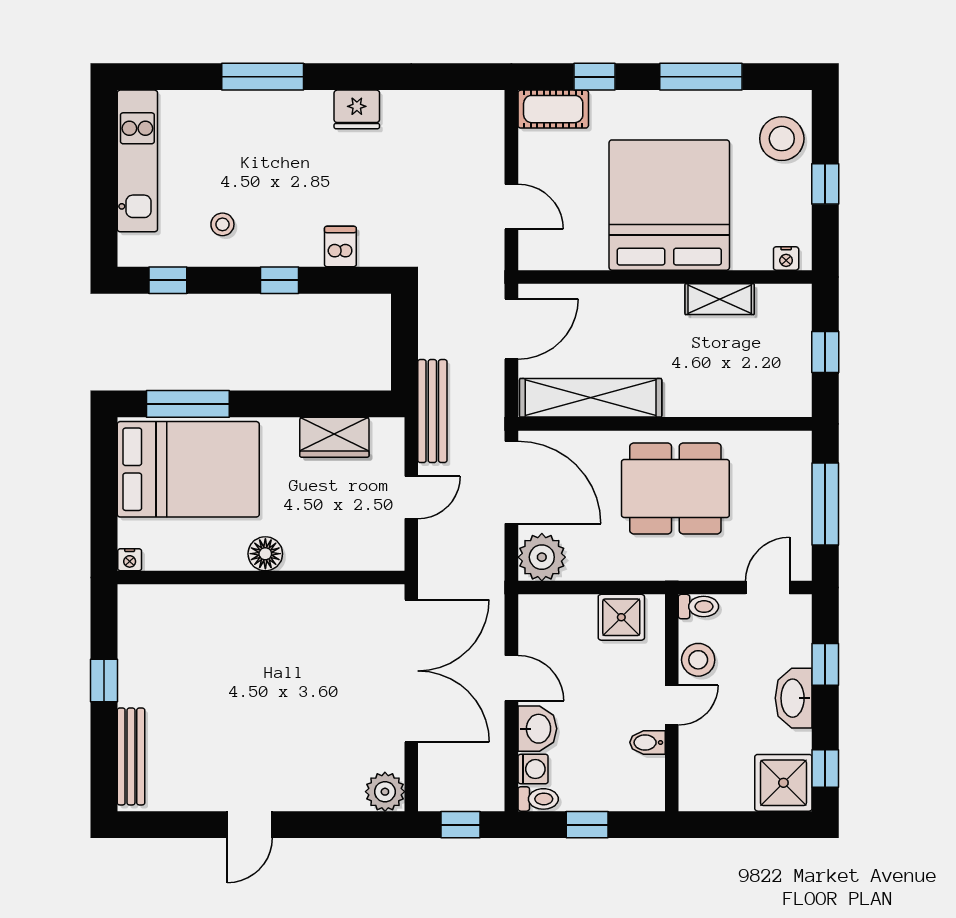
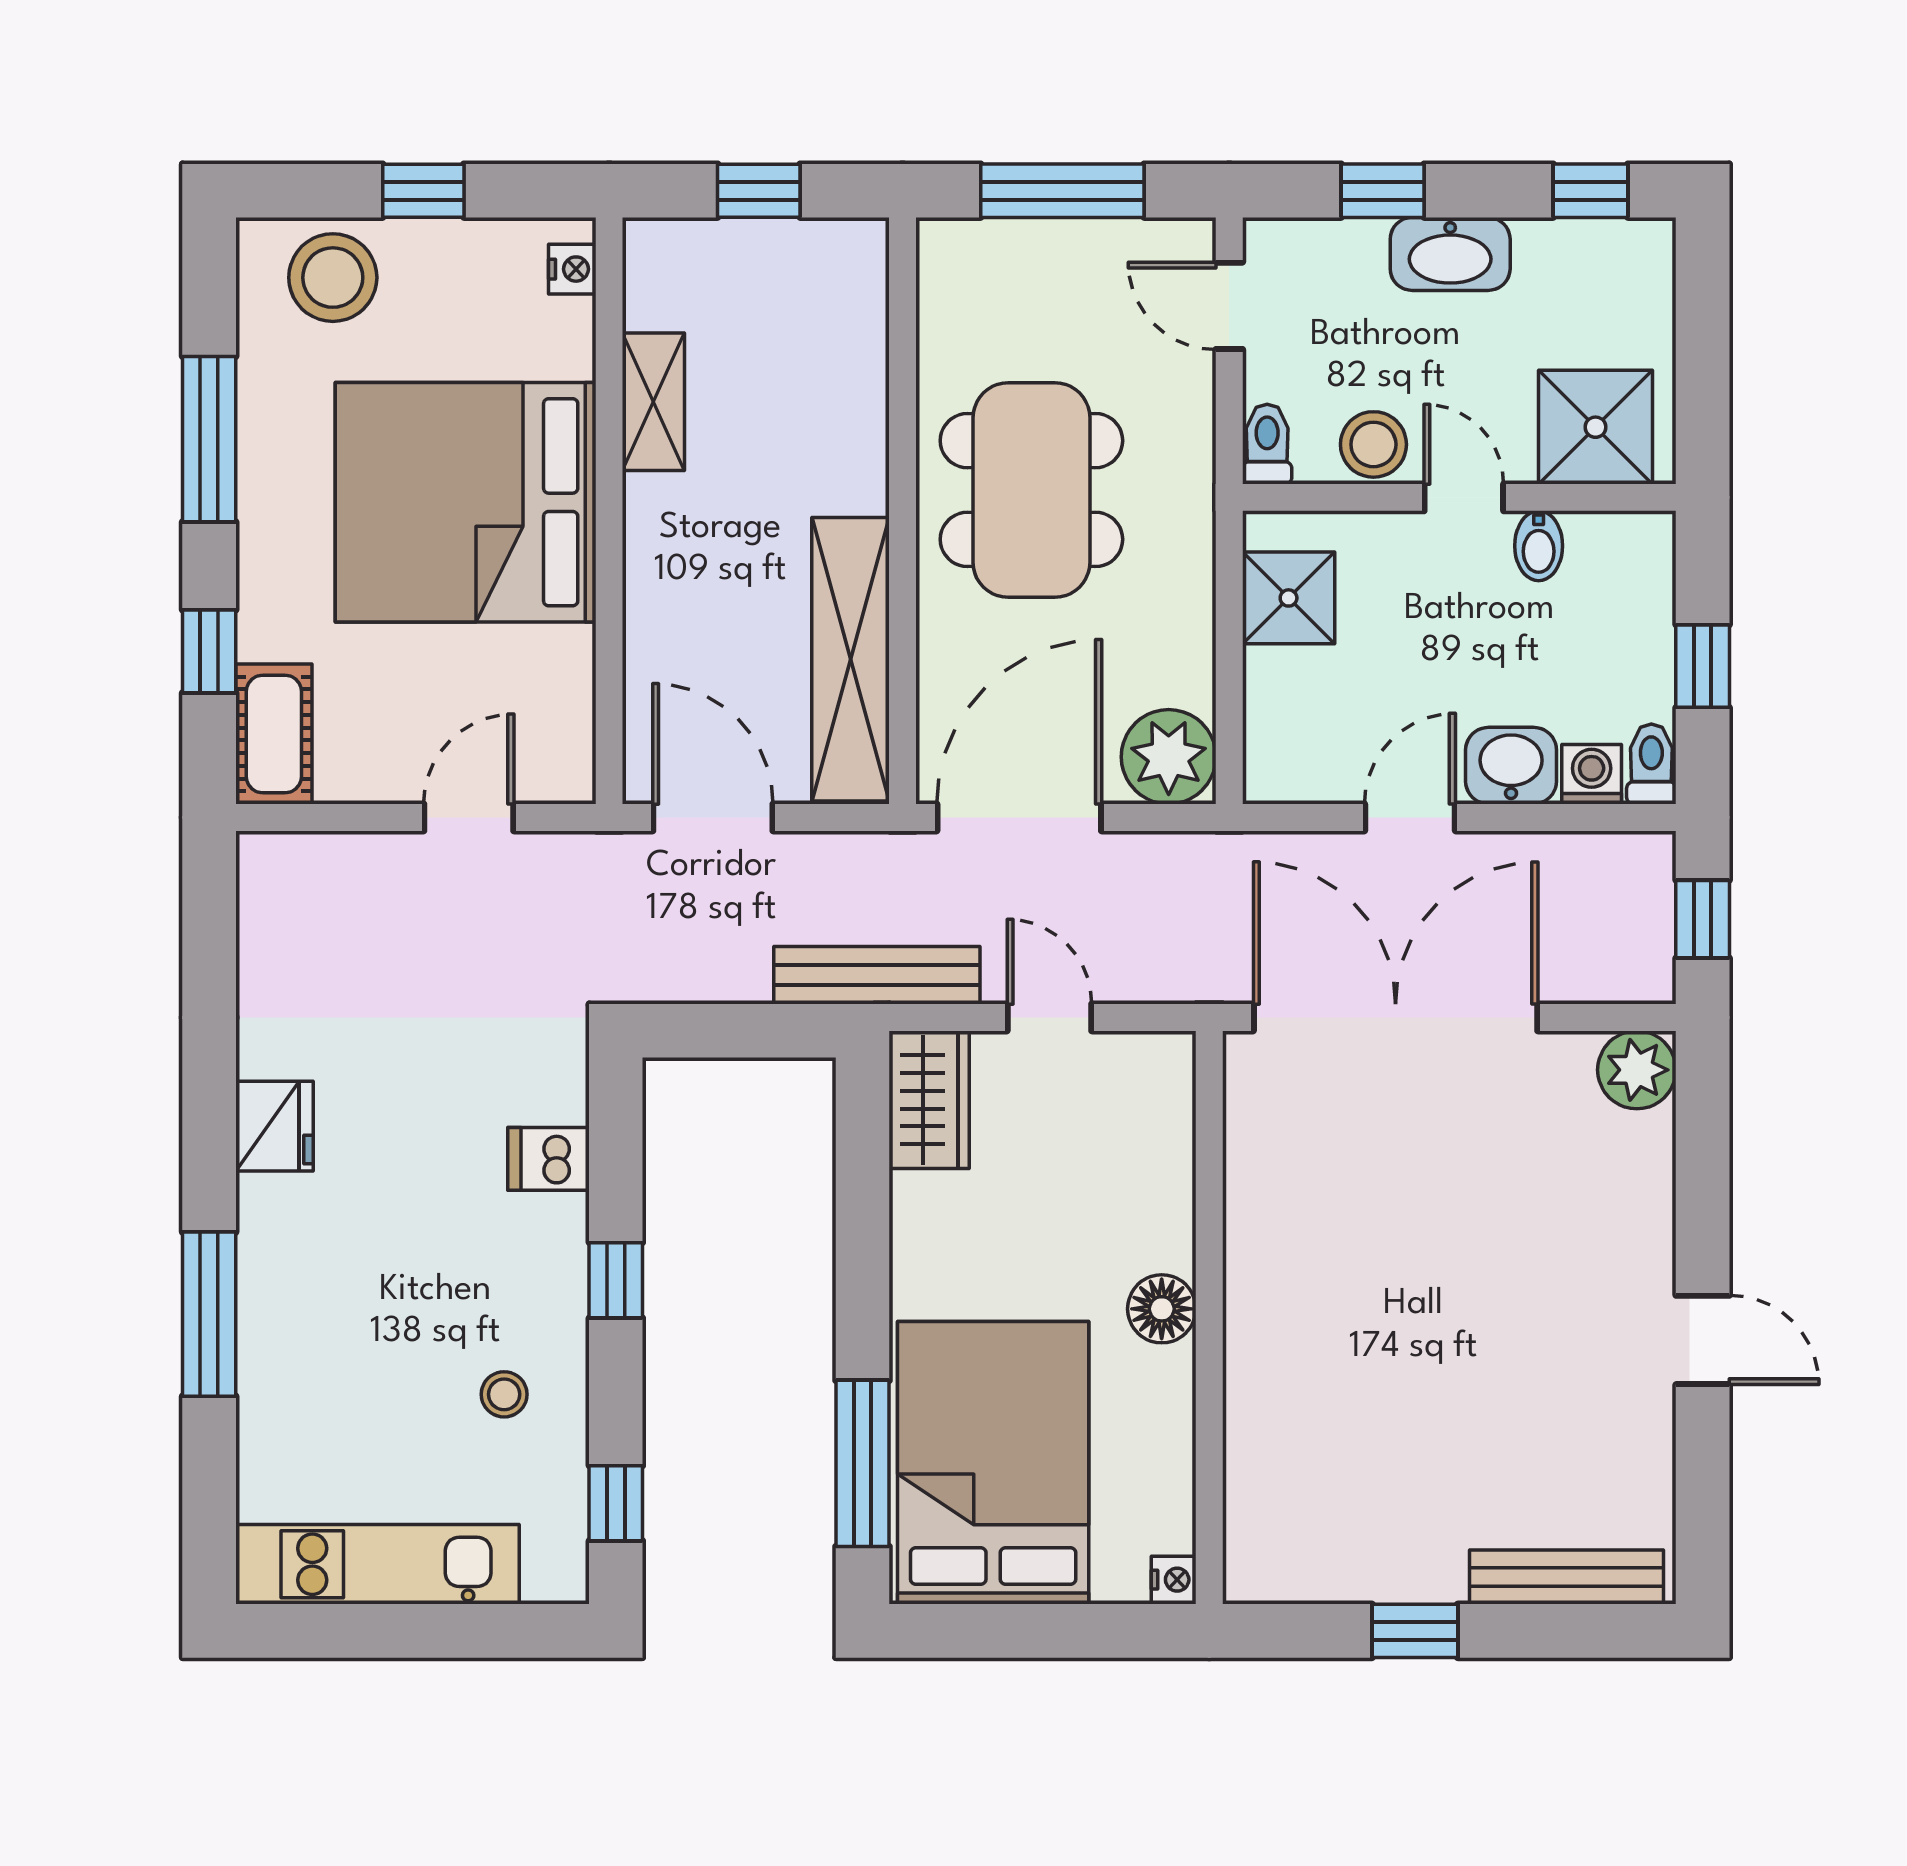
wardrobe: (334, 437) -> (929, 1100), moved
shower: (783, 783) -> (1596, 427), moved

